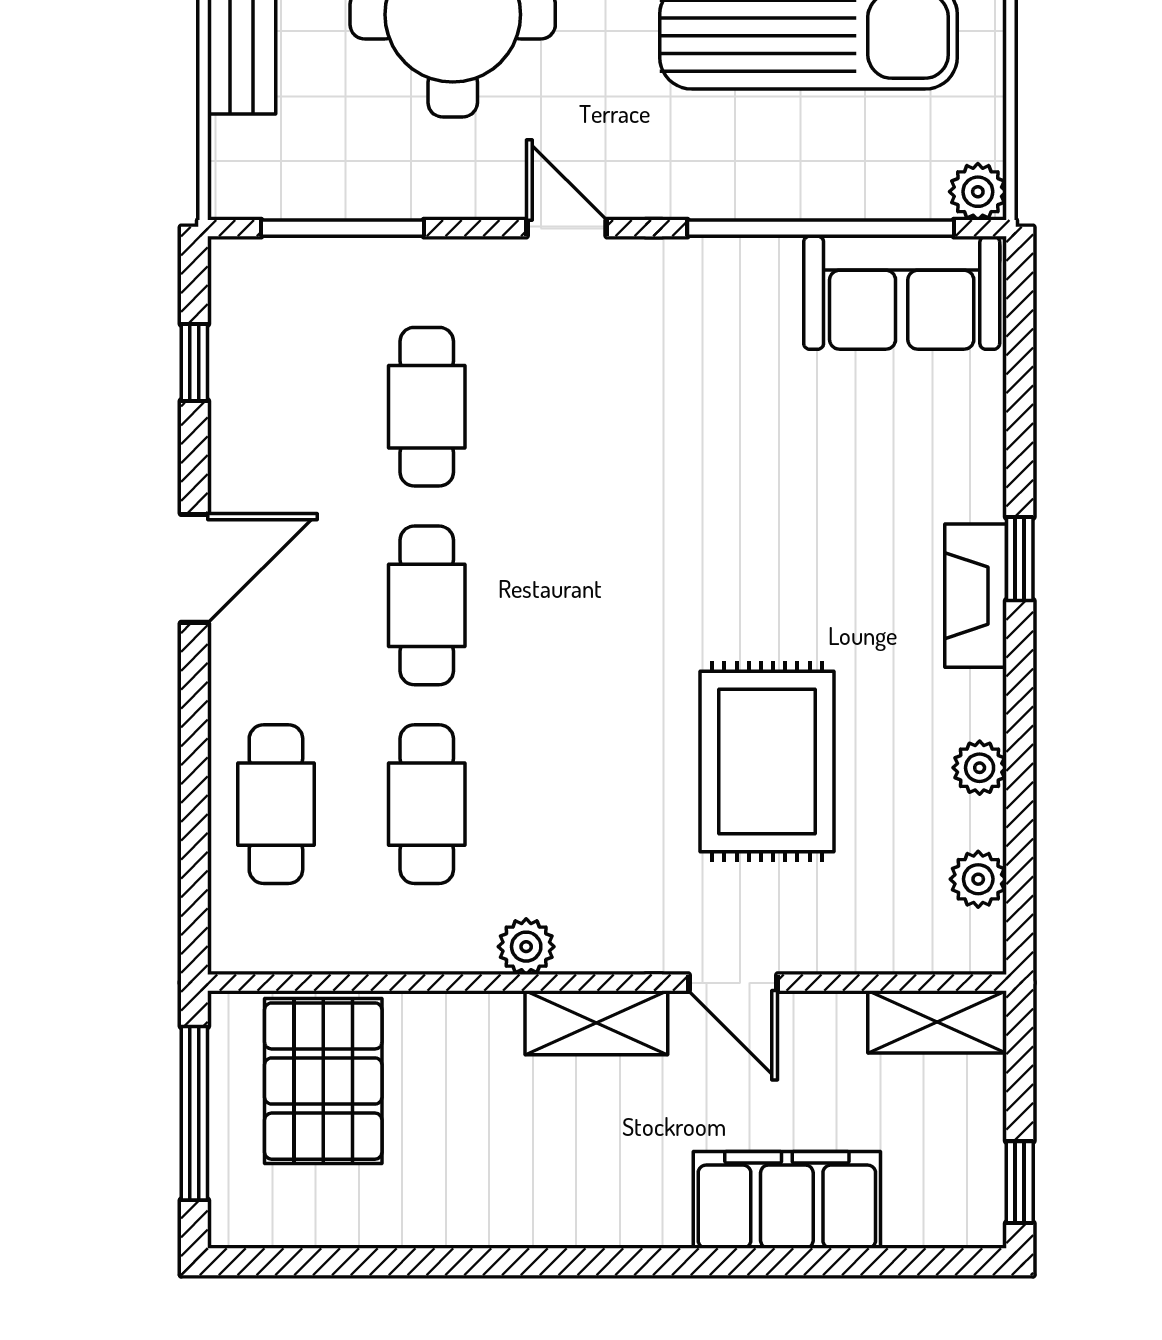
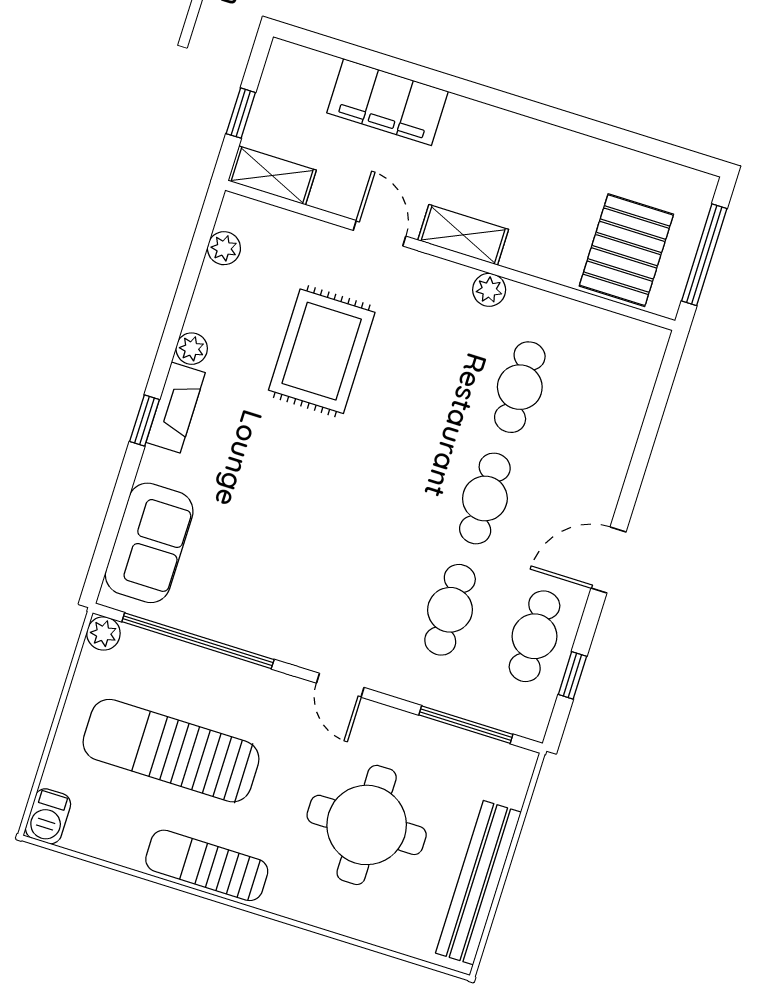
sofa: (902, 293) -> (149, 543), moved, turned 90
plant: (980, 768) -> (192, 349), moved
cafe table: (276, 804) -> (535, 636), moved
window: (1020, 1182) -> (241, 113), moved

